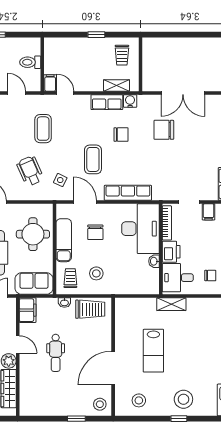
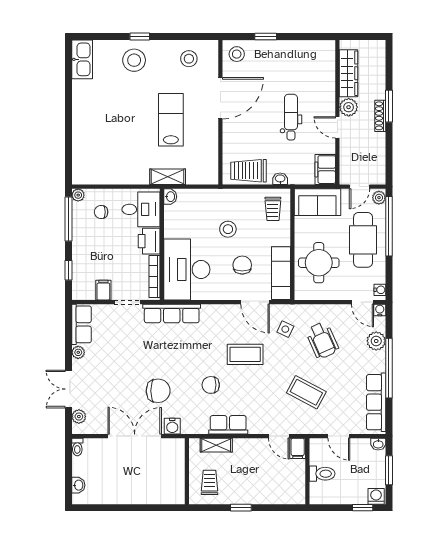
water cooler: (130, 101) -> (172, 426), moved
coffee table: (43, 129) -> (306, 392), turned -62
coffee table: (93, 159) -> (245, 354), turned 90
row of seats: (128, 193) -> (172, 313), moved
exam couch: (64, 240) -> (281, 273), moved
washbasin: (154, 261) -> (170, 197), moved
stool: (96, 273) -> (228, 229), moved
shelving: (171, 304) -> (168, 177), moved

